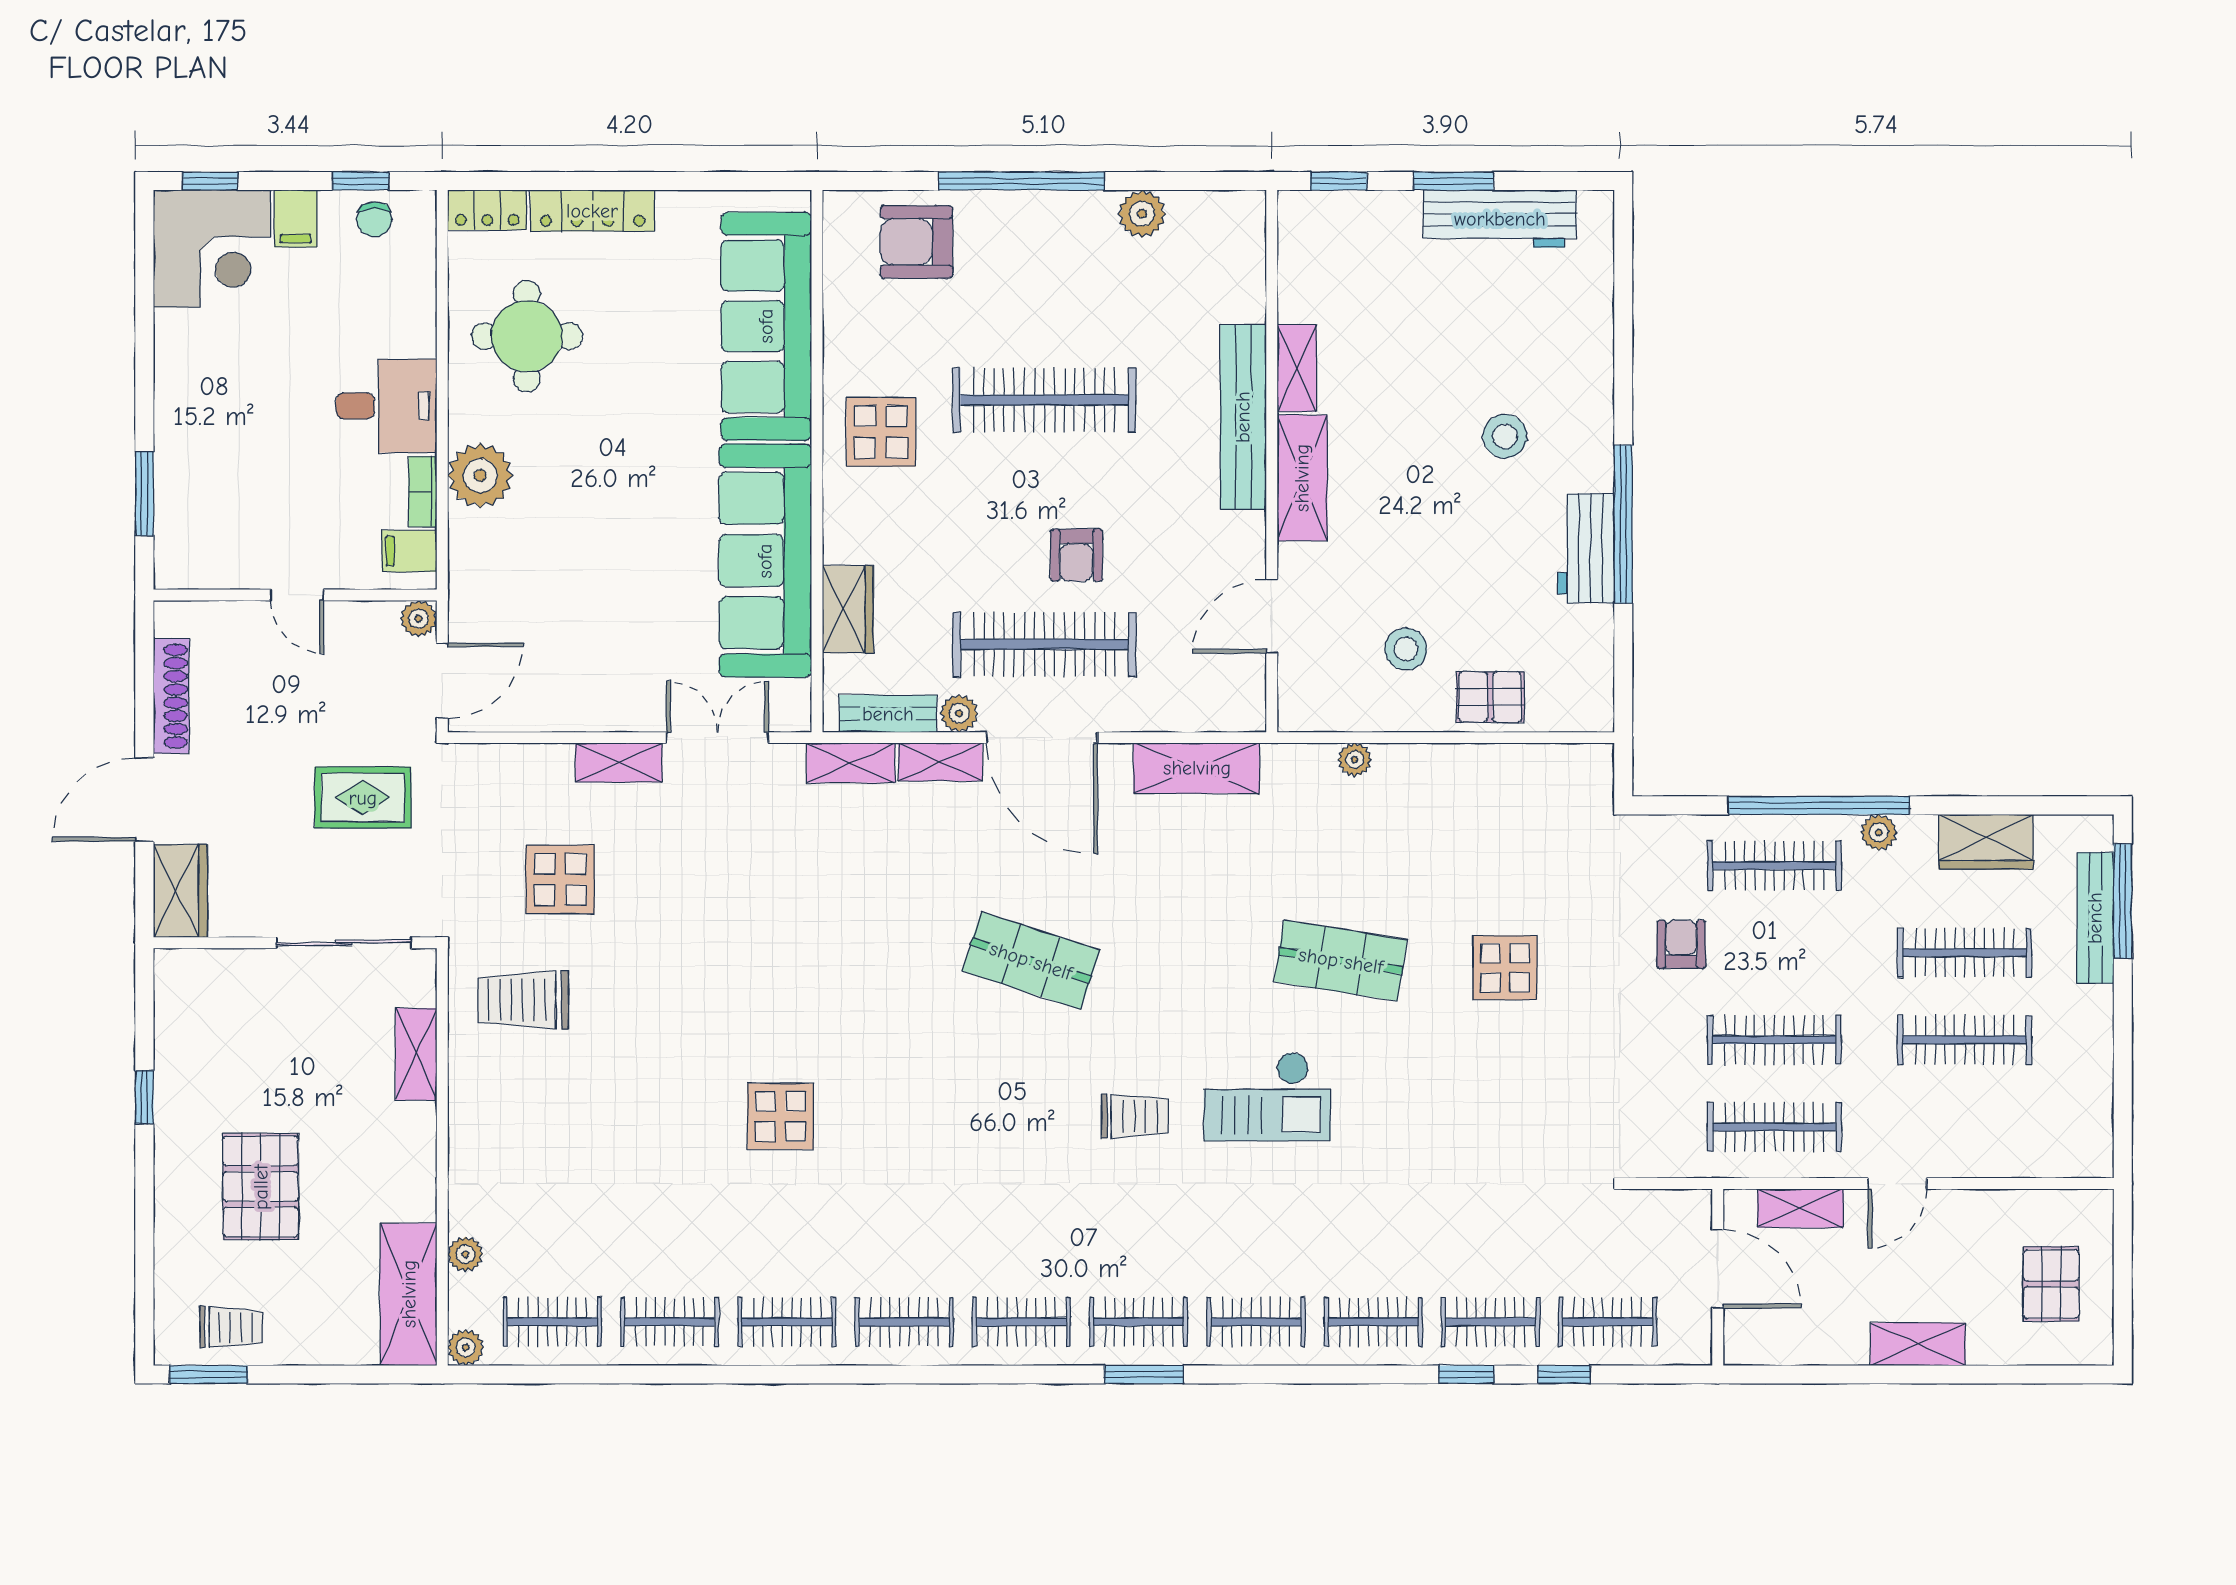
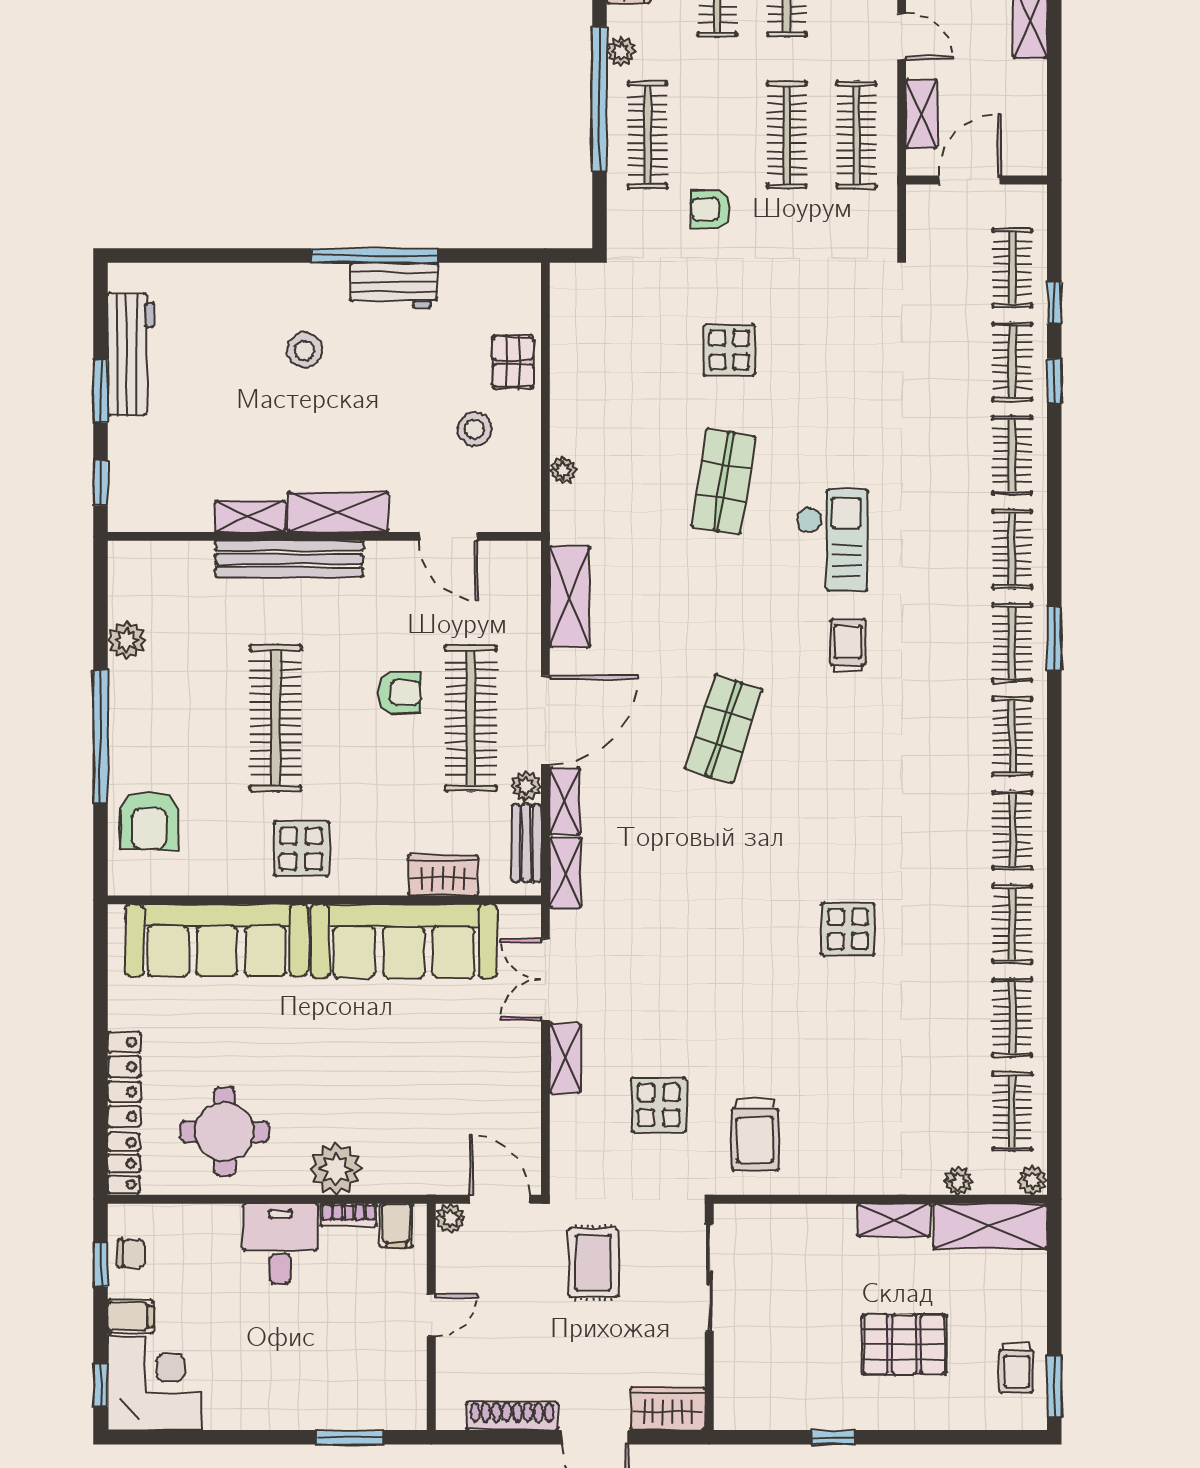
shelving: (416, 1054) -> (894, 1220), moved
trolley: (231, 1327) -> (1016, 1368), turned 180

